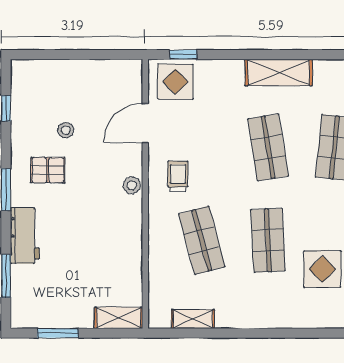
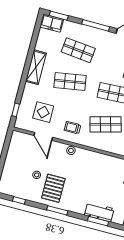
display table: (175, 82) -> (43, 112), moved
pallet: (48, 170) -> (53, 188), width x1.50, depth x1.42
workbench: (25, 236) -> (99, 212), moved

